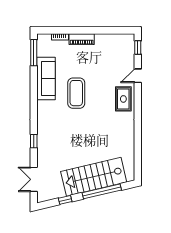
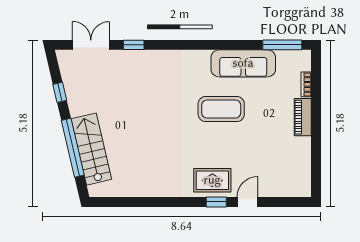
window: (138, 47) -> (216, 202), moved
door: (138, 76) -> (247, 202), hinge flipped
window: (34, 141) -> (134, 45), moved
stairs: (94, 177) -> (91, 149), width x0.73, depth x0.66

